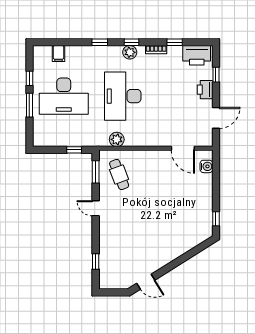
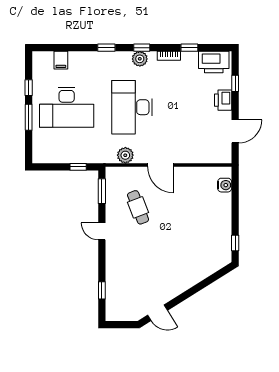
door: (183, 148) -> (160, 165), moved
cafe table: (119, 174) -> (138, 207), moved

